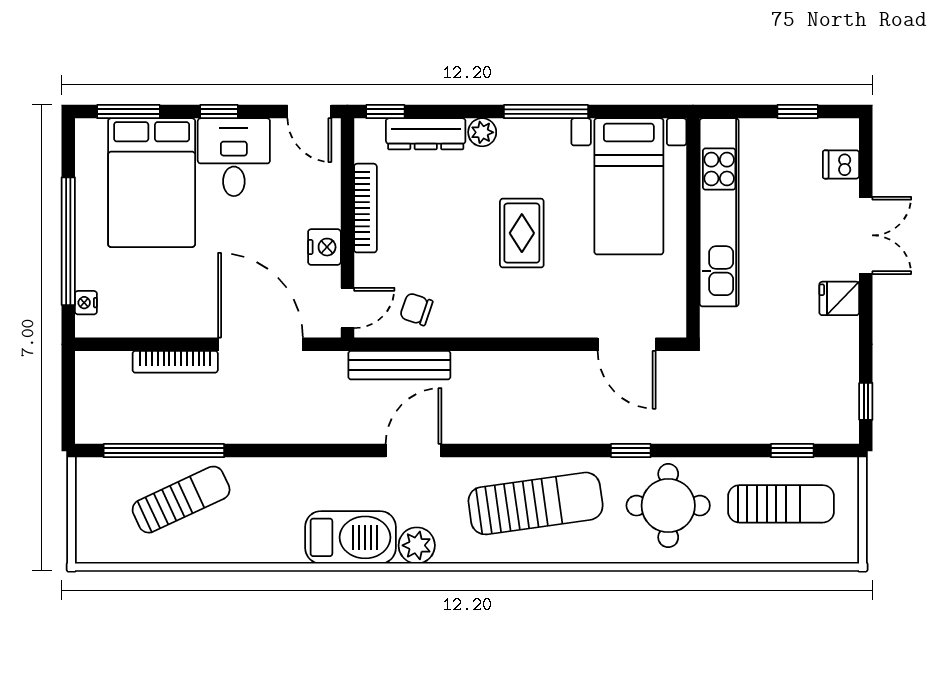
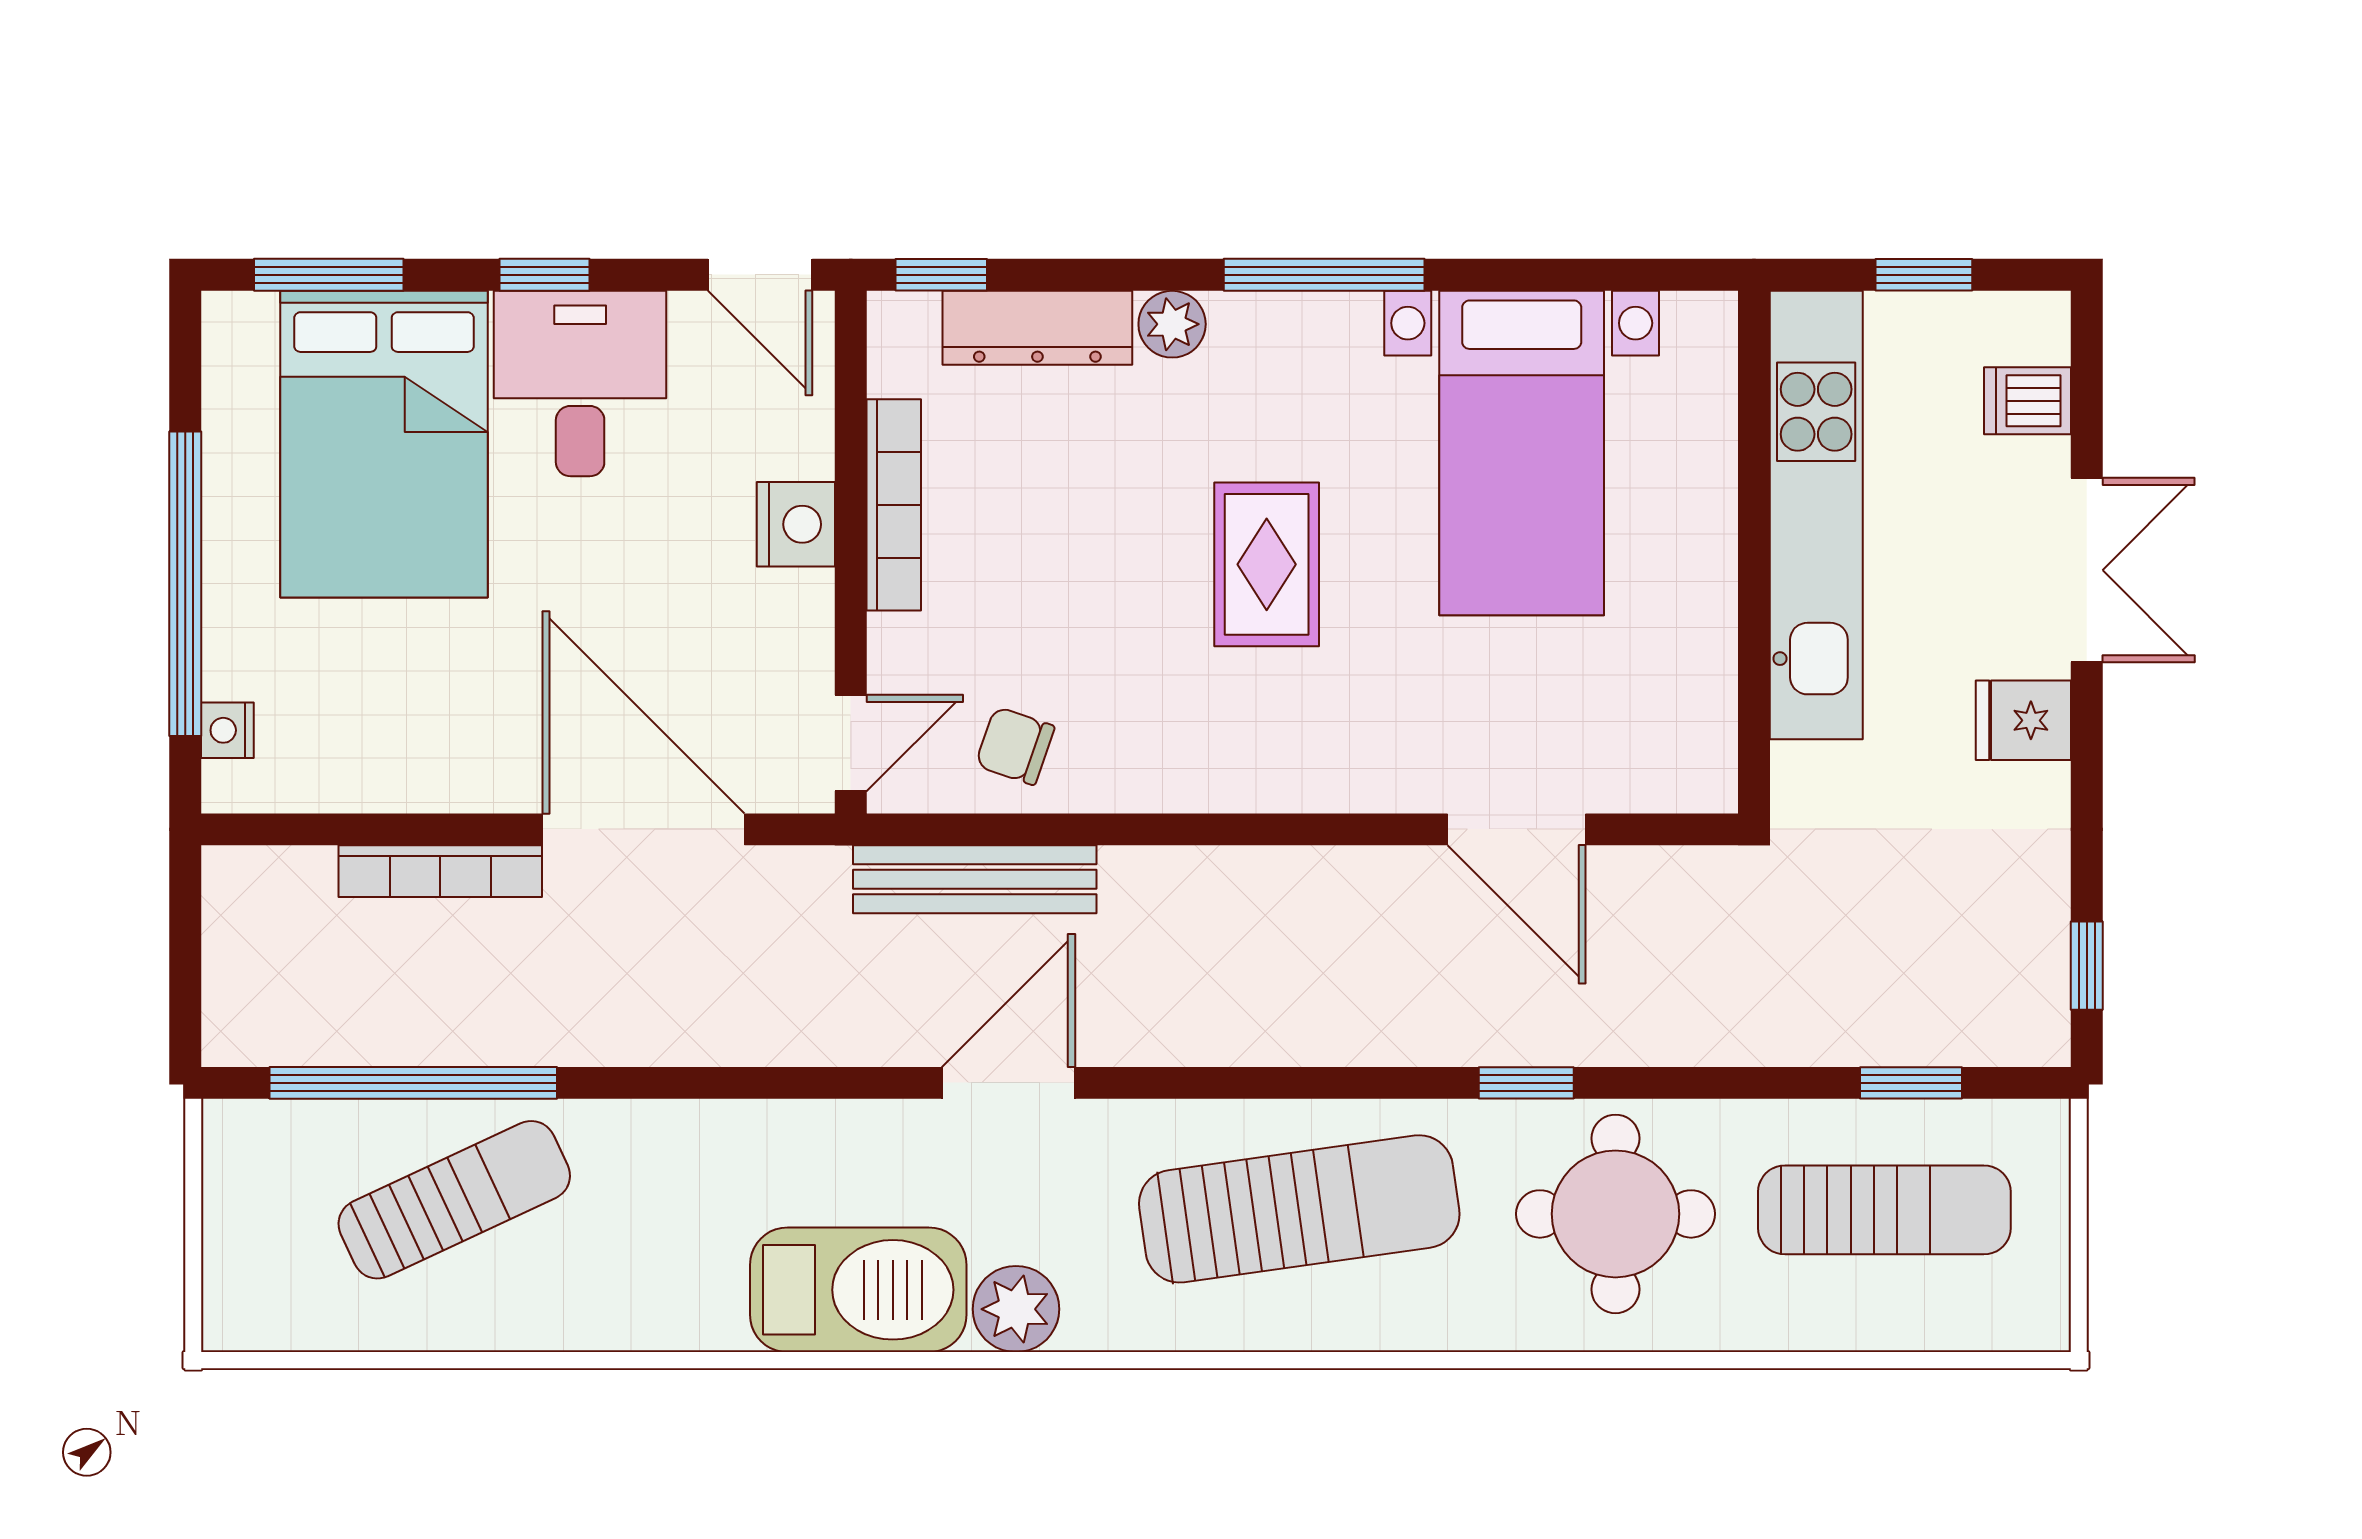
kitchen unit: (719, 212) -> (1816, 515), moved
wall: (693, 228) -> (1754, 552), moved
nightstand: (324, 247) -> (796, 524), moved

